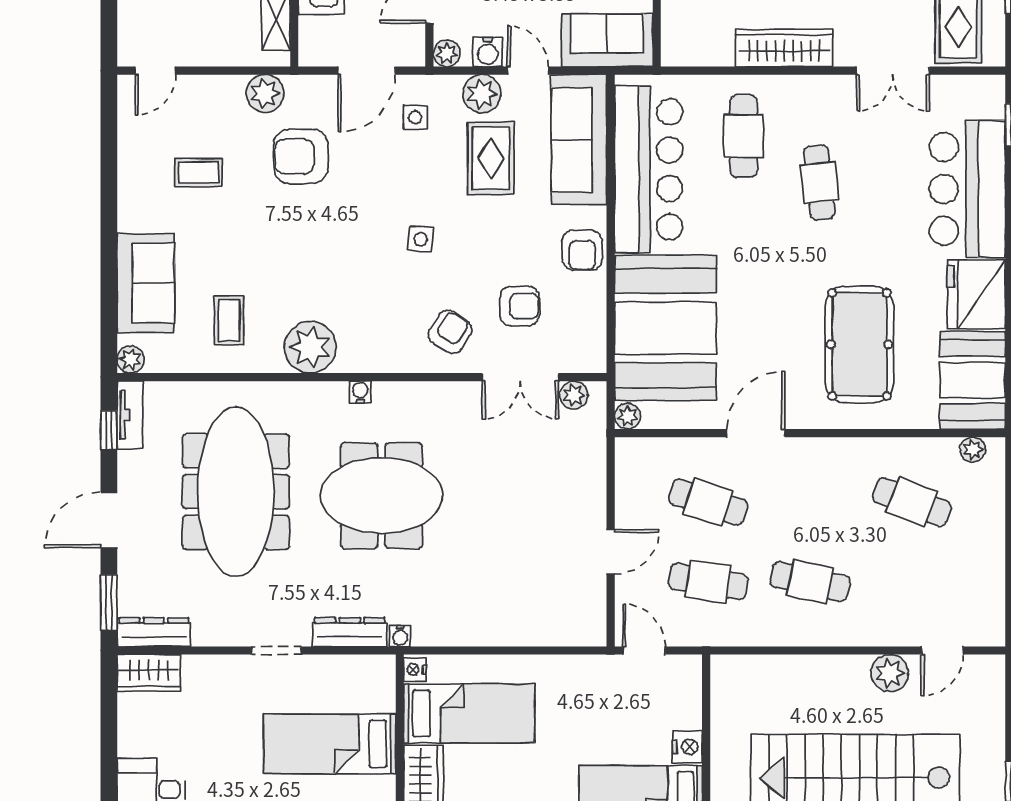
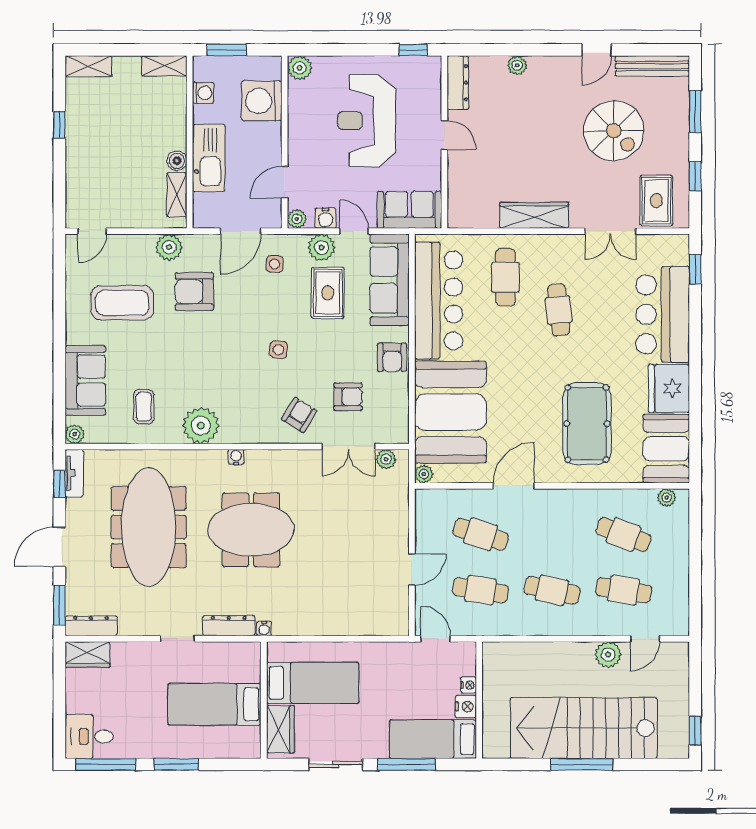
coffee table: (198, 173) -> (122, 303), width x1.86, depth x1.72
cafe table: (912, 582) -> (624, 590), added
nightstand: (415, 670) -> (469, 685), moved, turned 180

